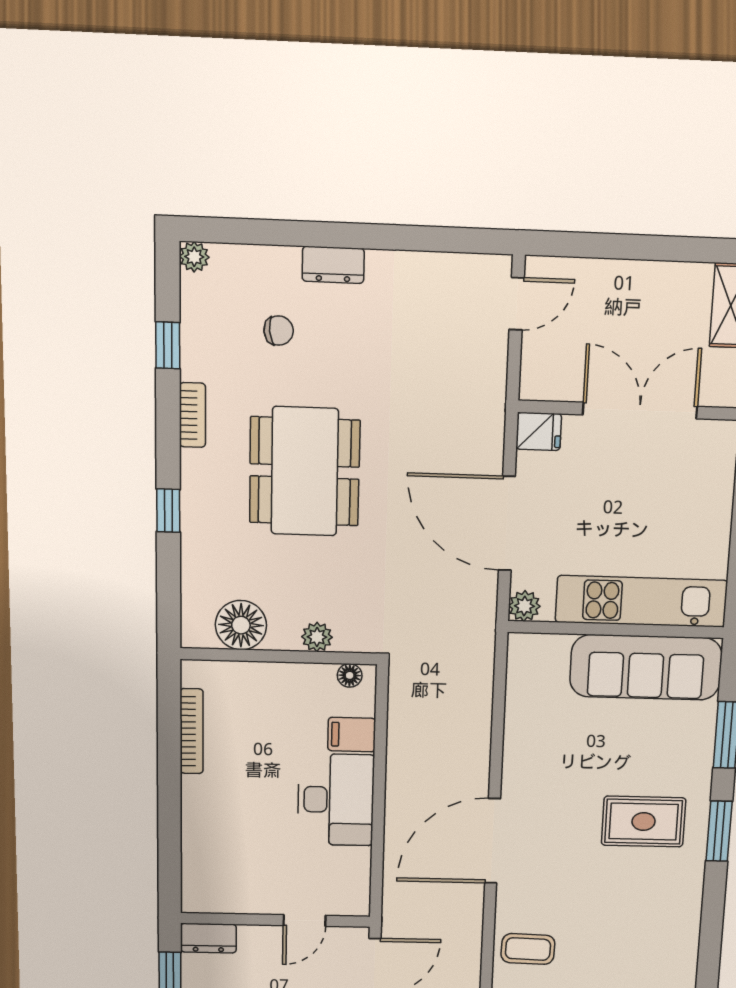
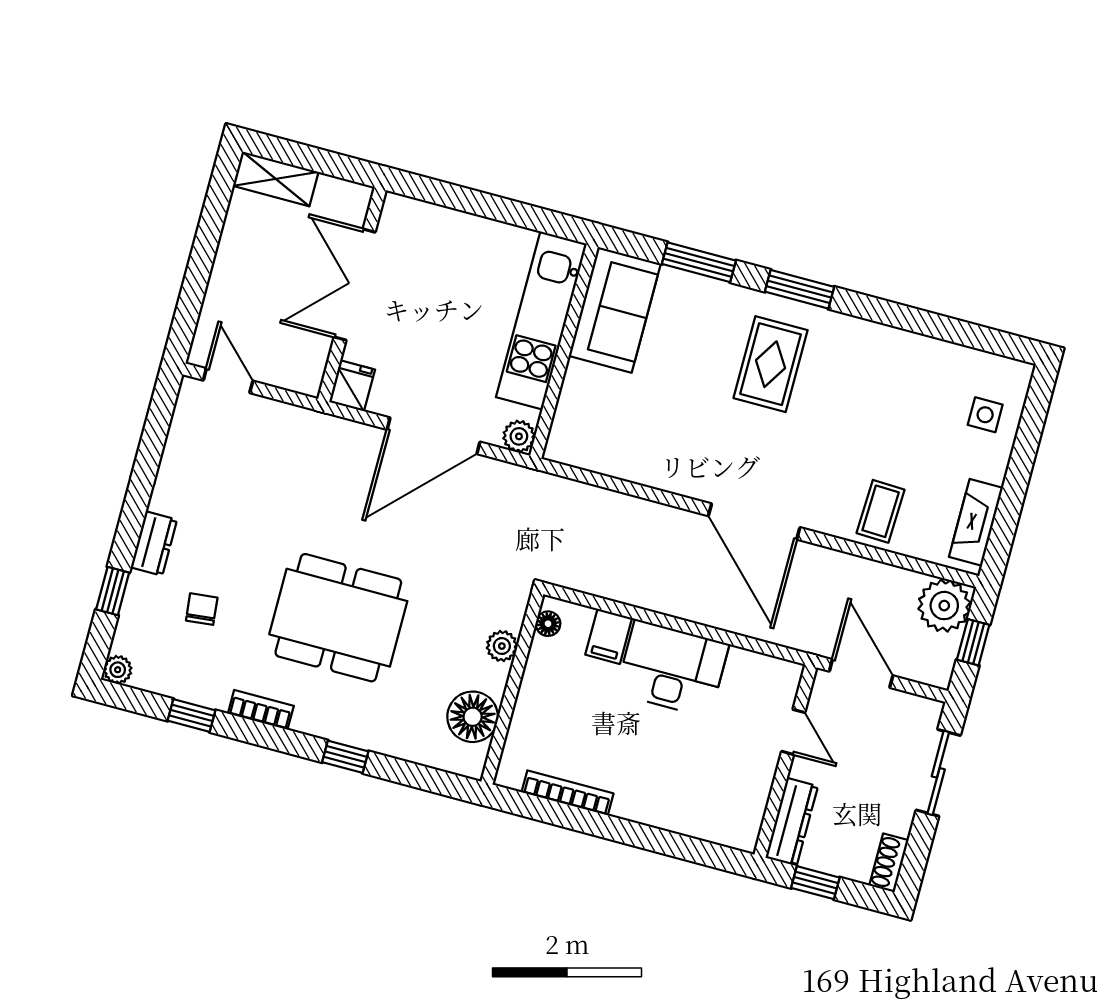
window: (274, 232) -> (113, 591), added
sofa: (646, 667) -> (615, 310), width x0.73
dresser: (208, 938) -> (792, 822), width x1.44

